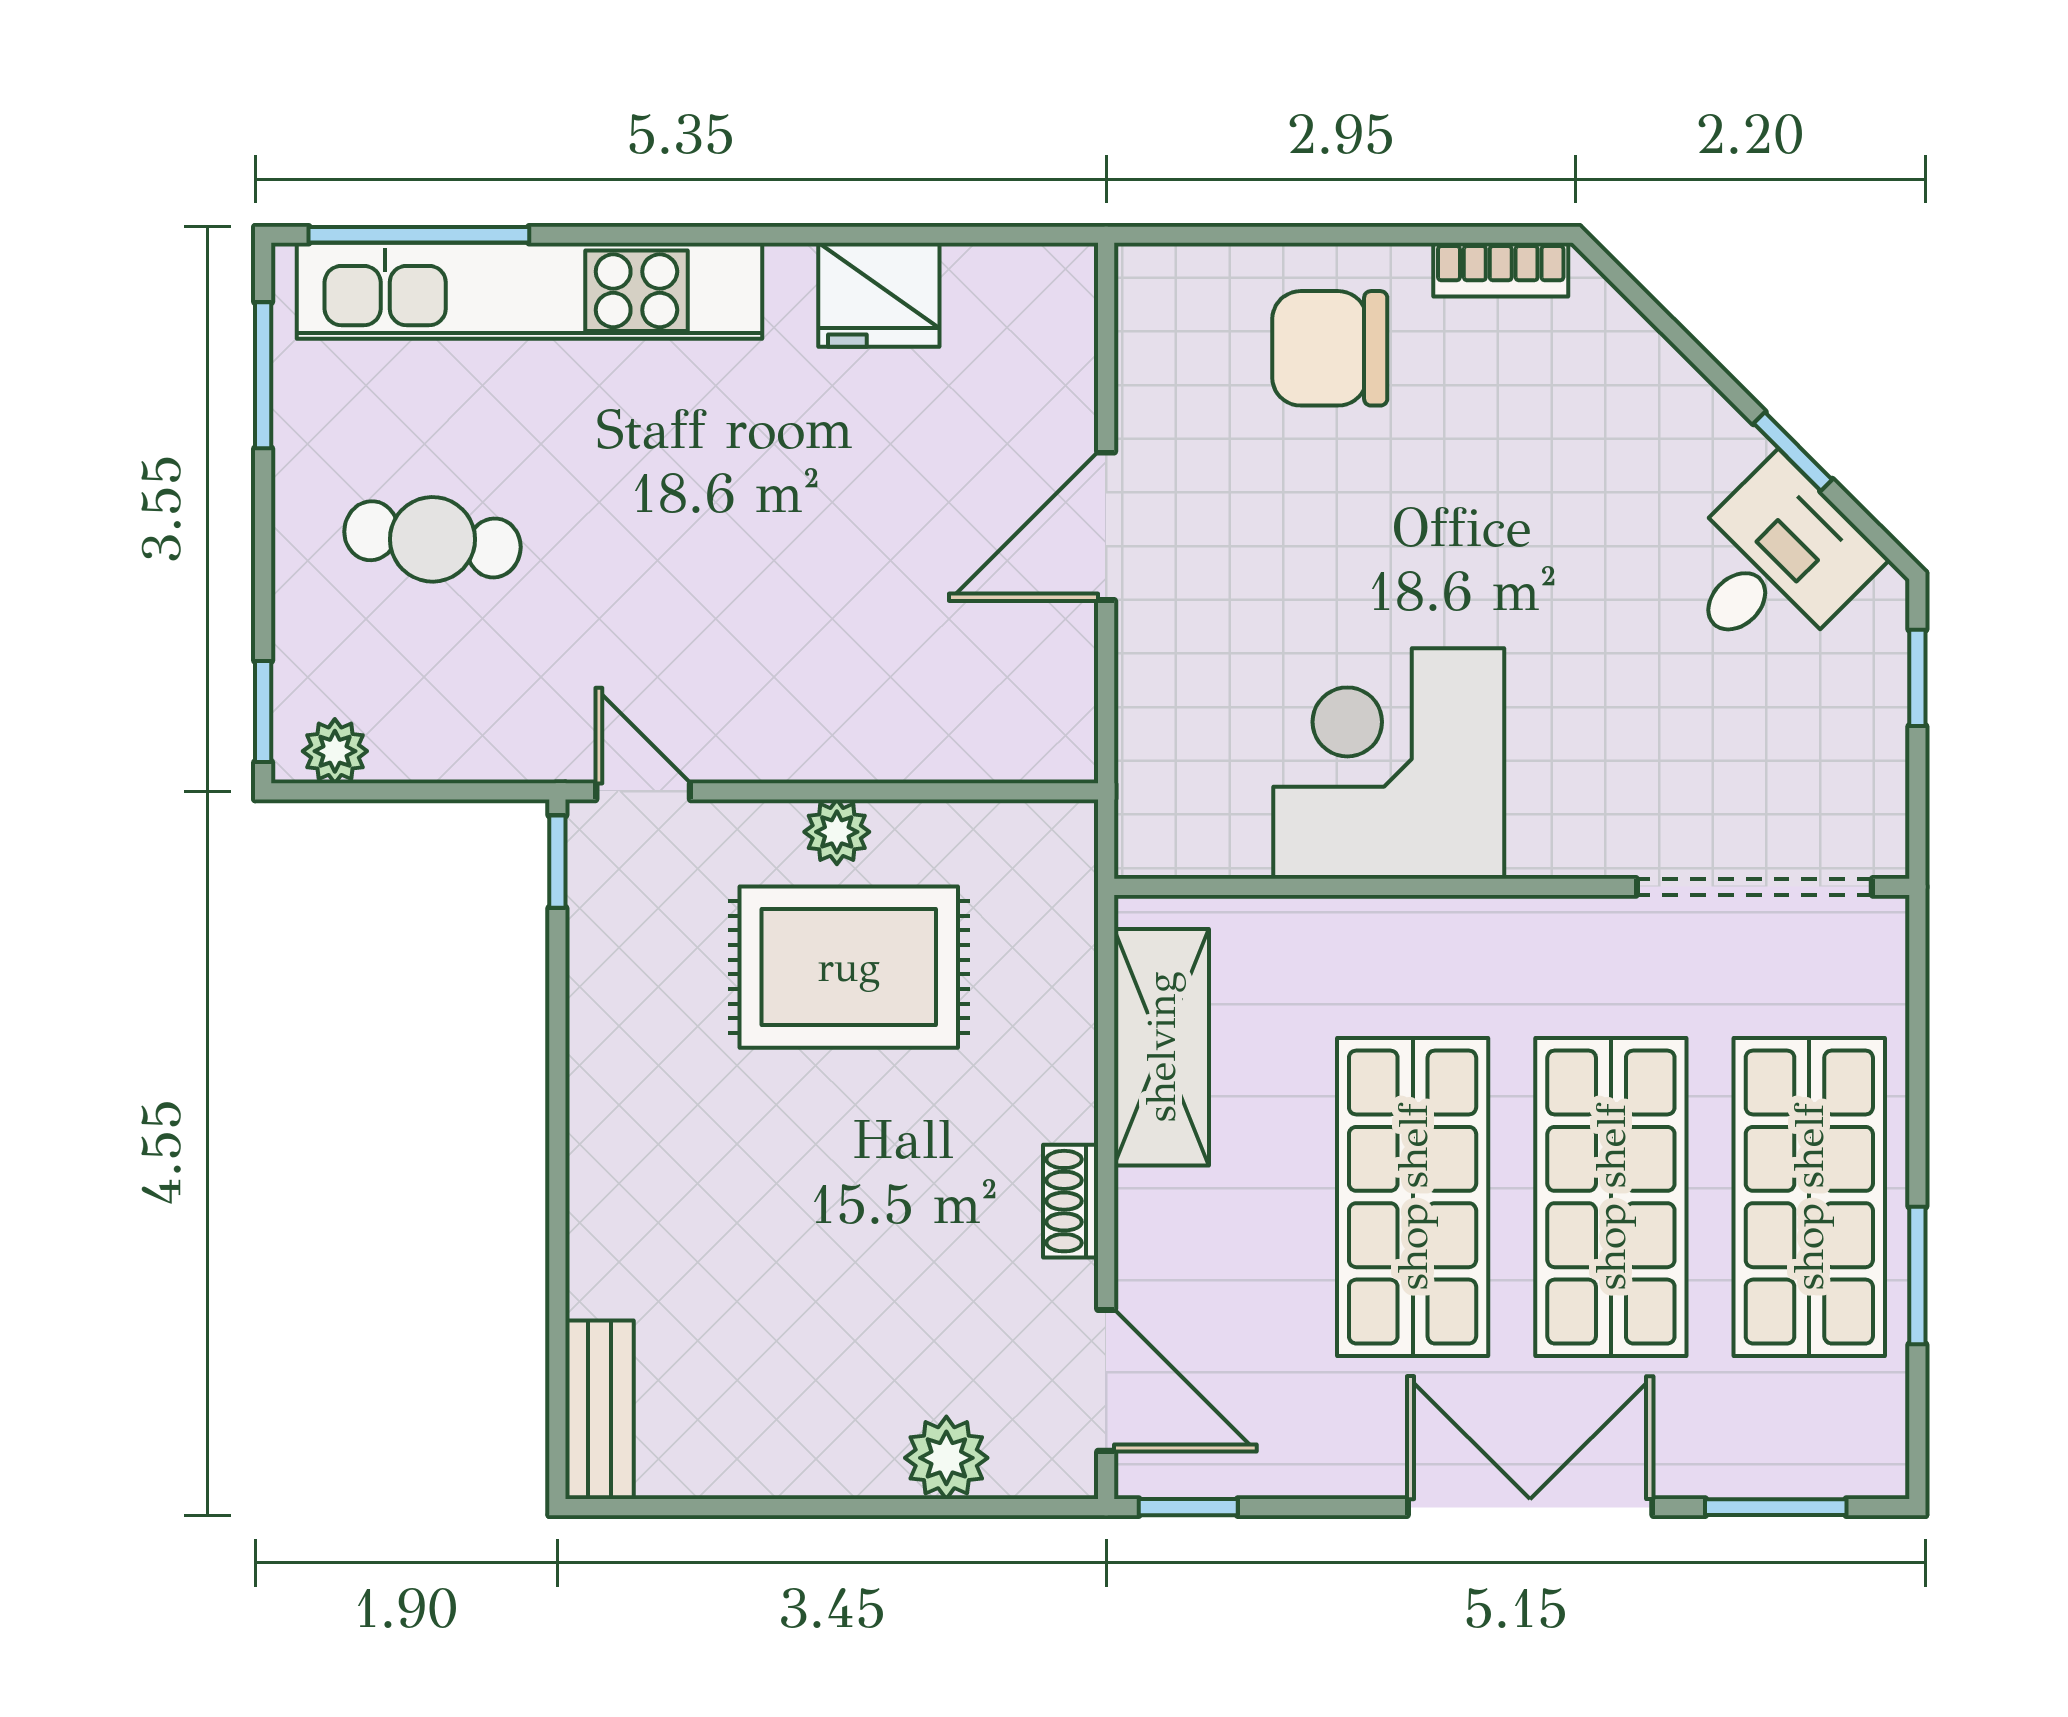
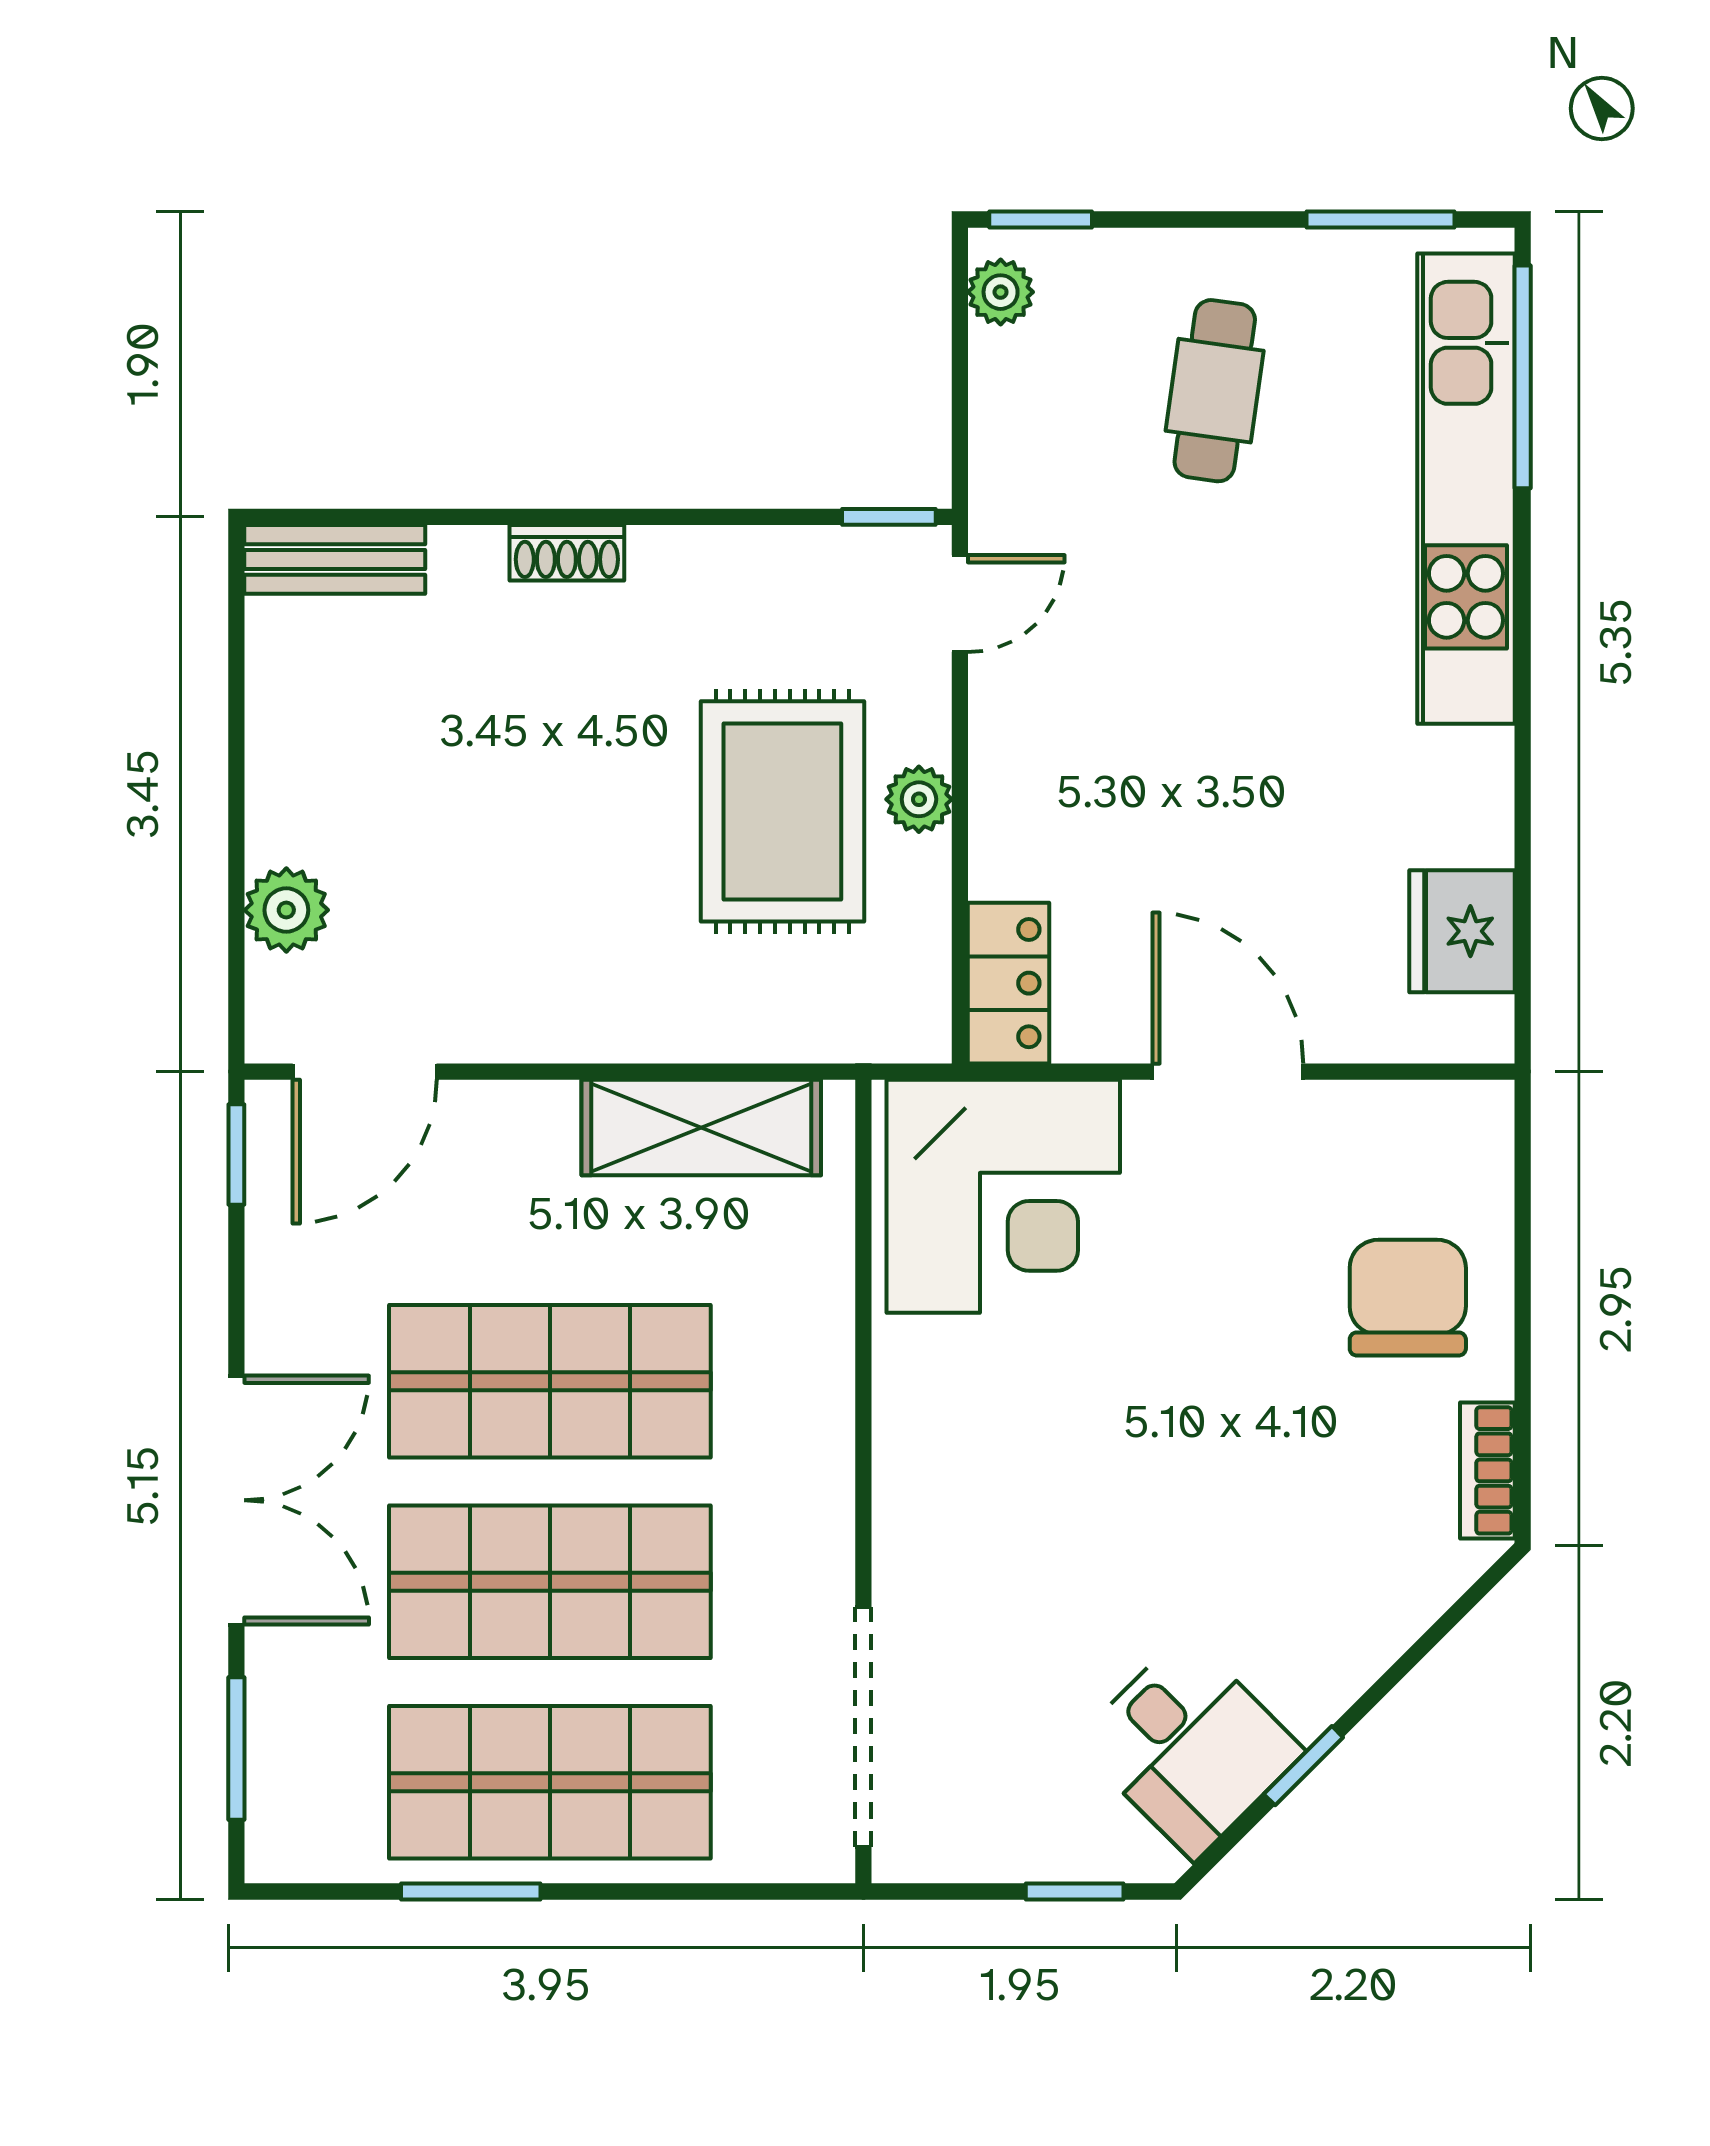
fridge: (879, 295) -> (1462, 931), moved
locker: (1019, 743) -> (1009, 983), added
corner desk: (1389, 763) -> (1003, 1196), moved, turned 90
shoe rack: (1071, 1201) -> (567, 553), moved, turned 180

